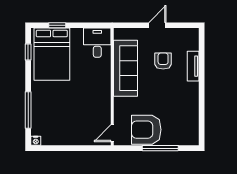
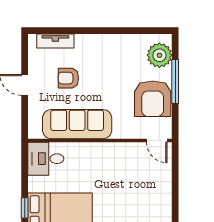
tv unit: (193, 66) -> (55, 41), moved
plant: (182, 135) -> (159, 55), added

